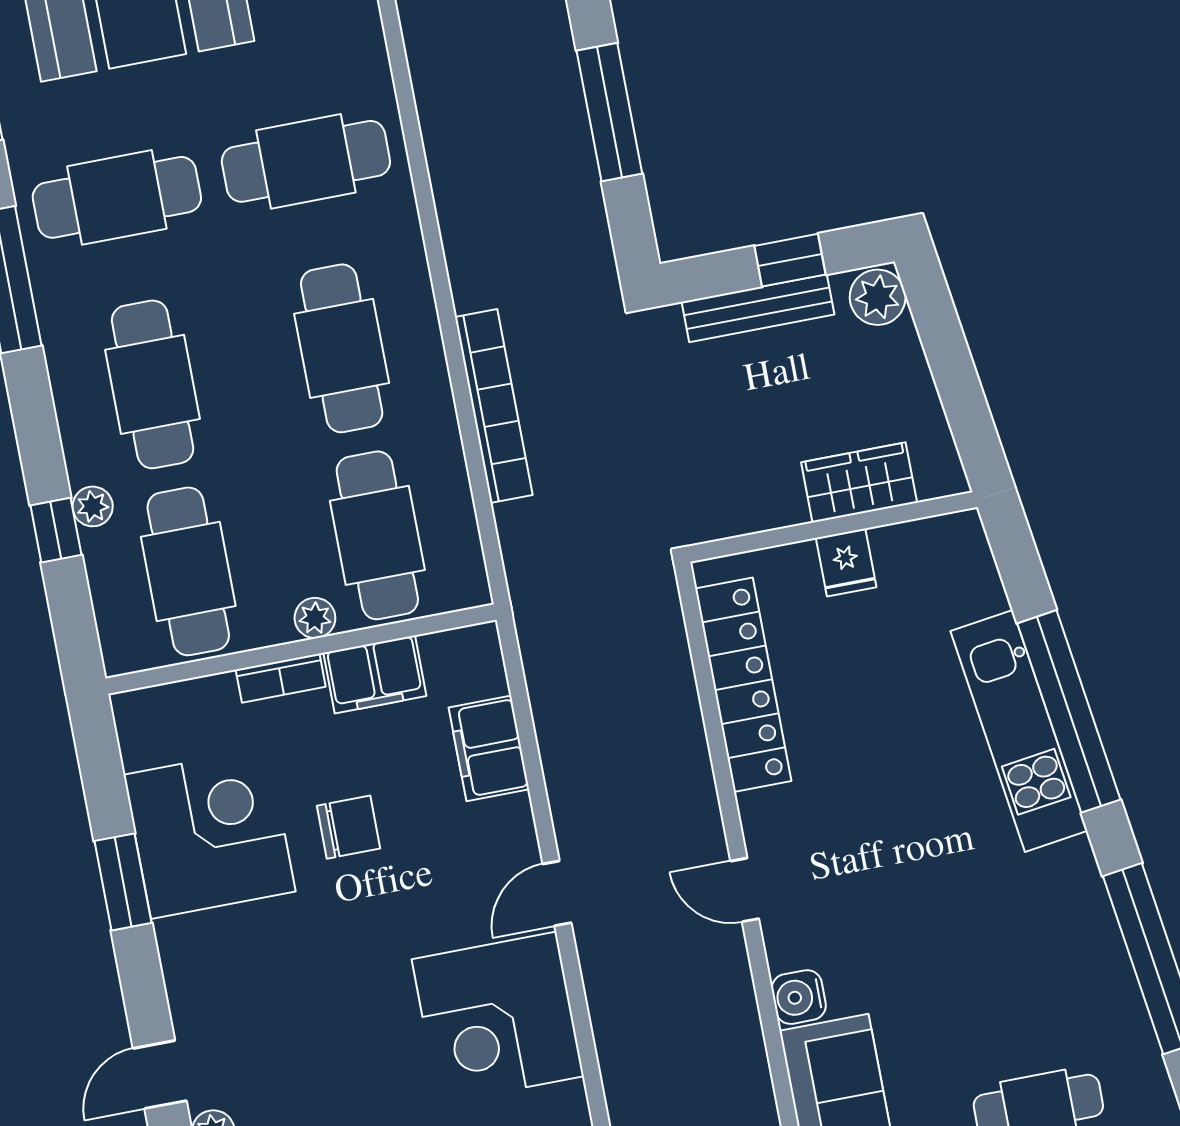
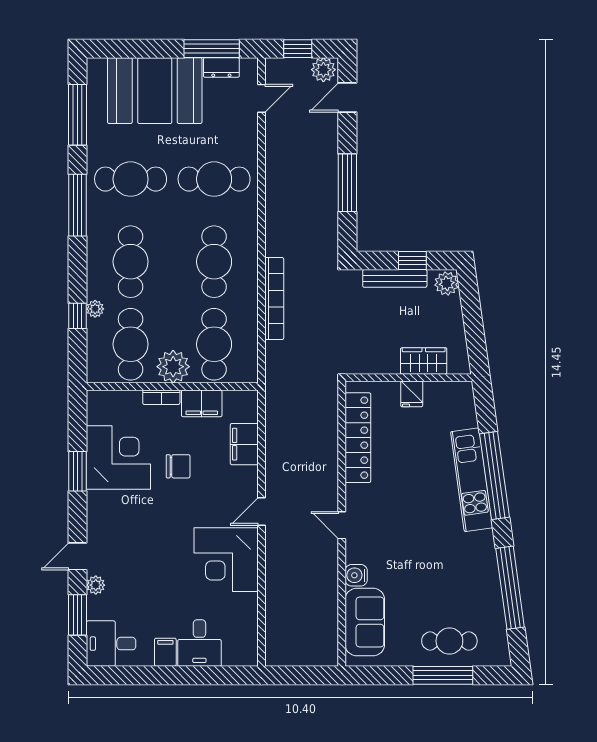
plant: (315, 618) -> (173, 367), width x1.88, depth x1.88

